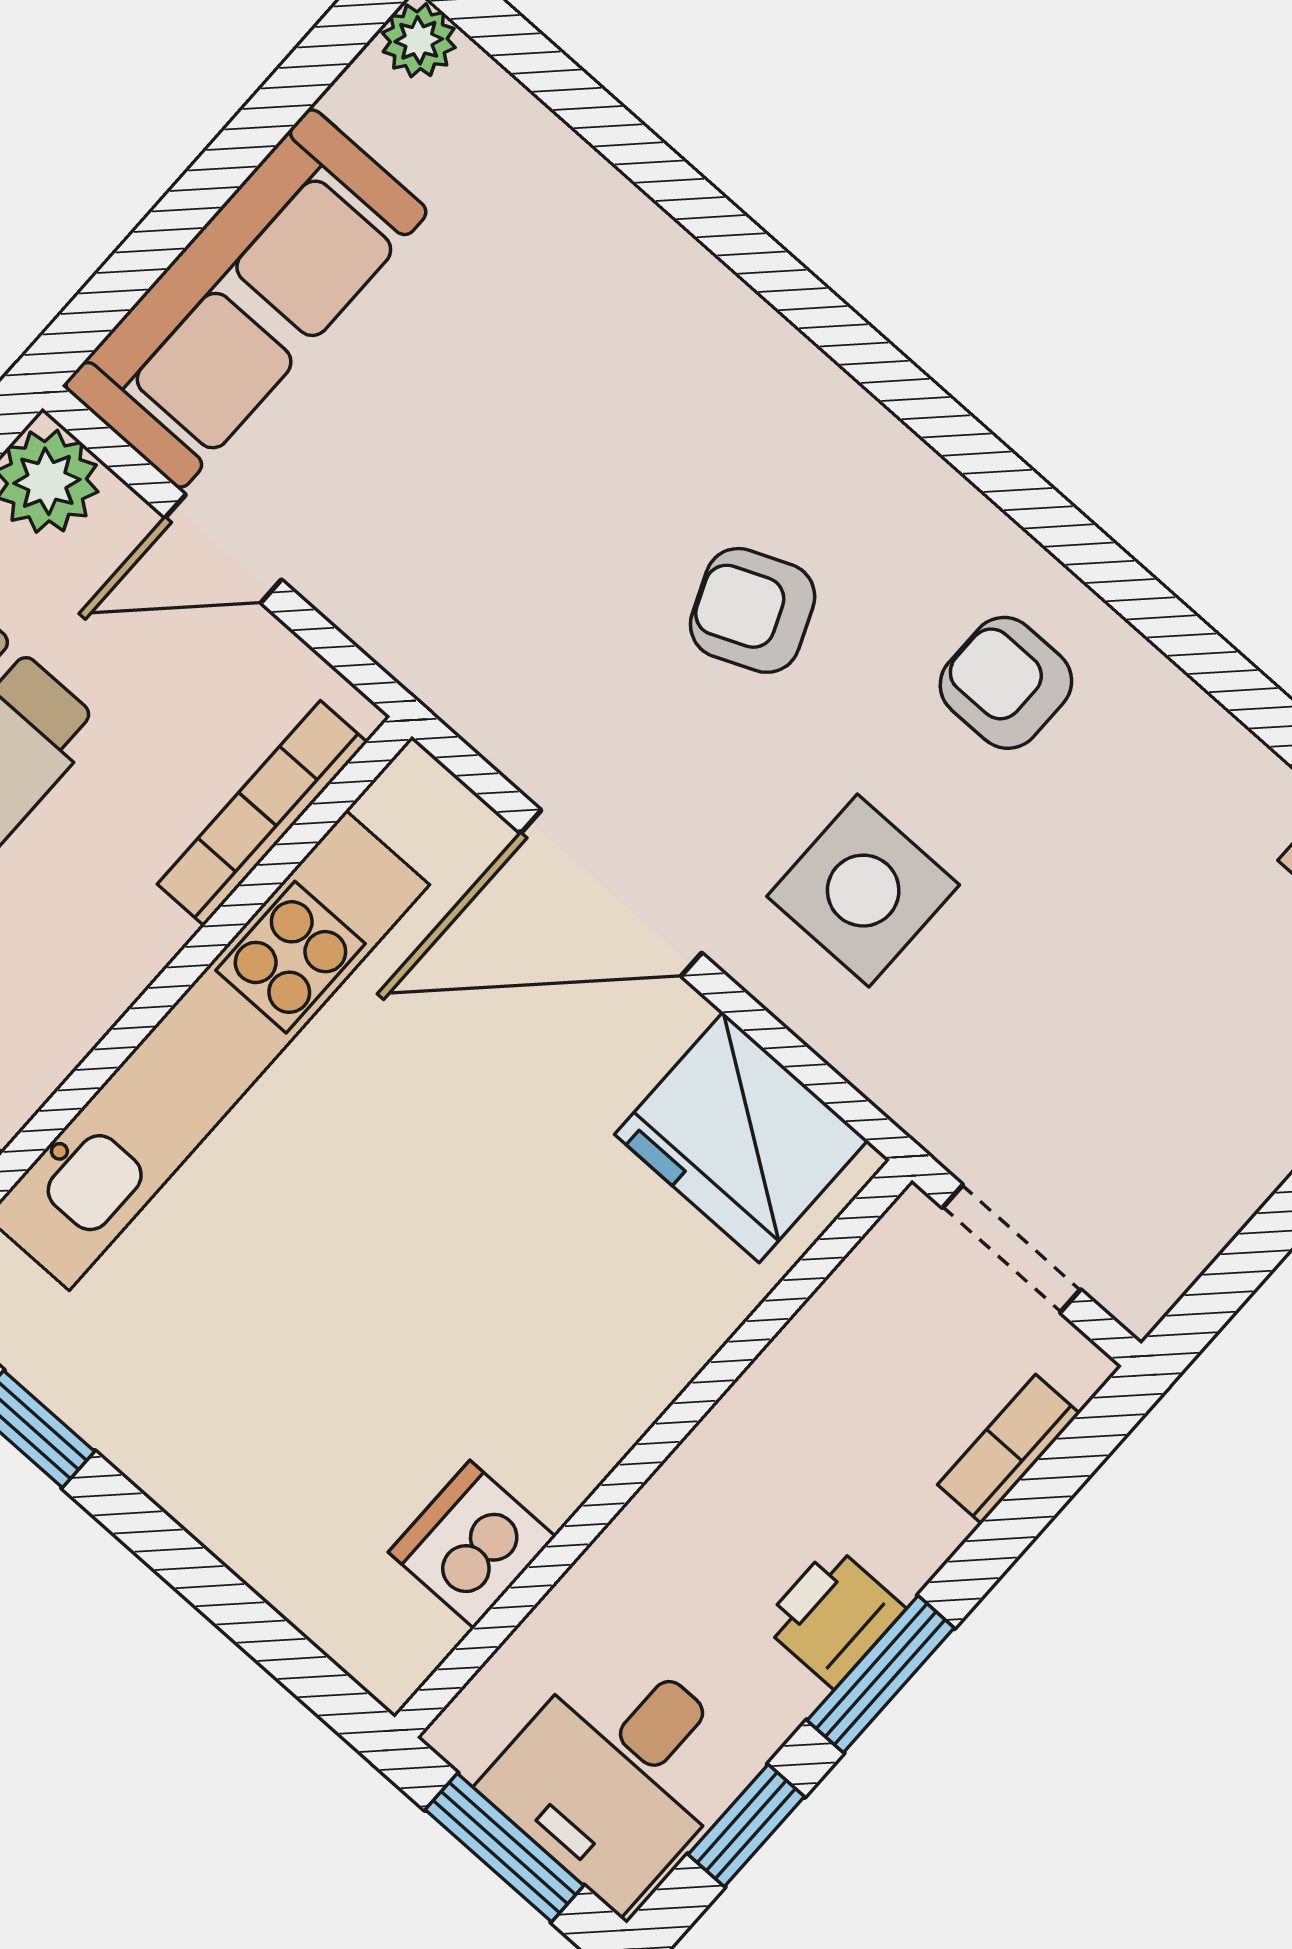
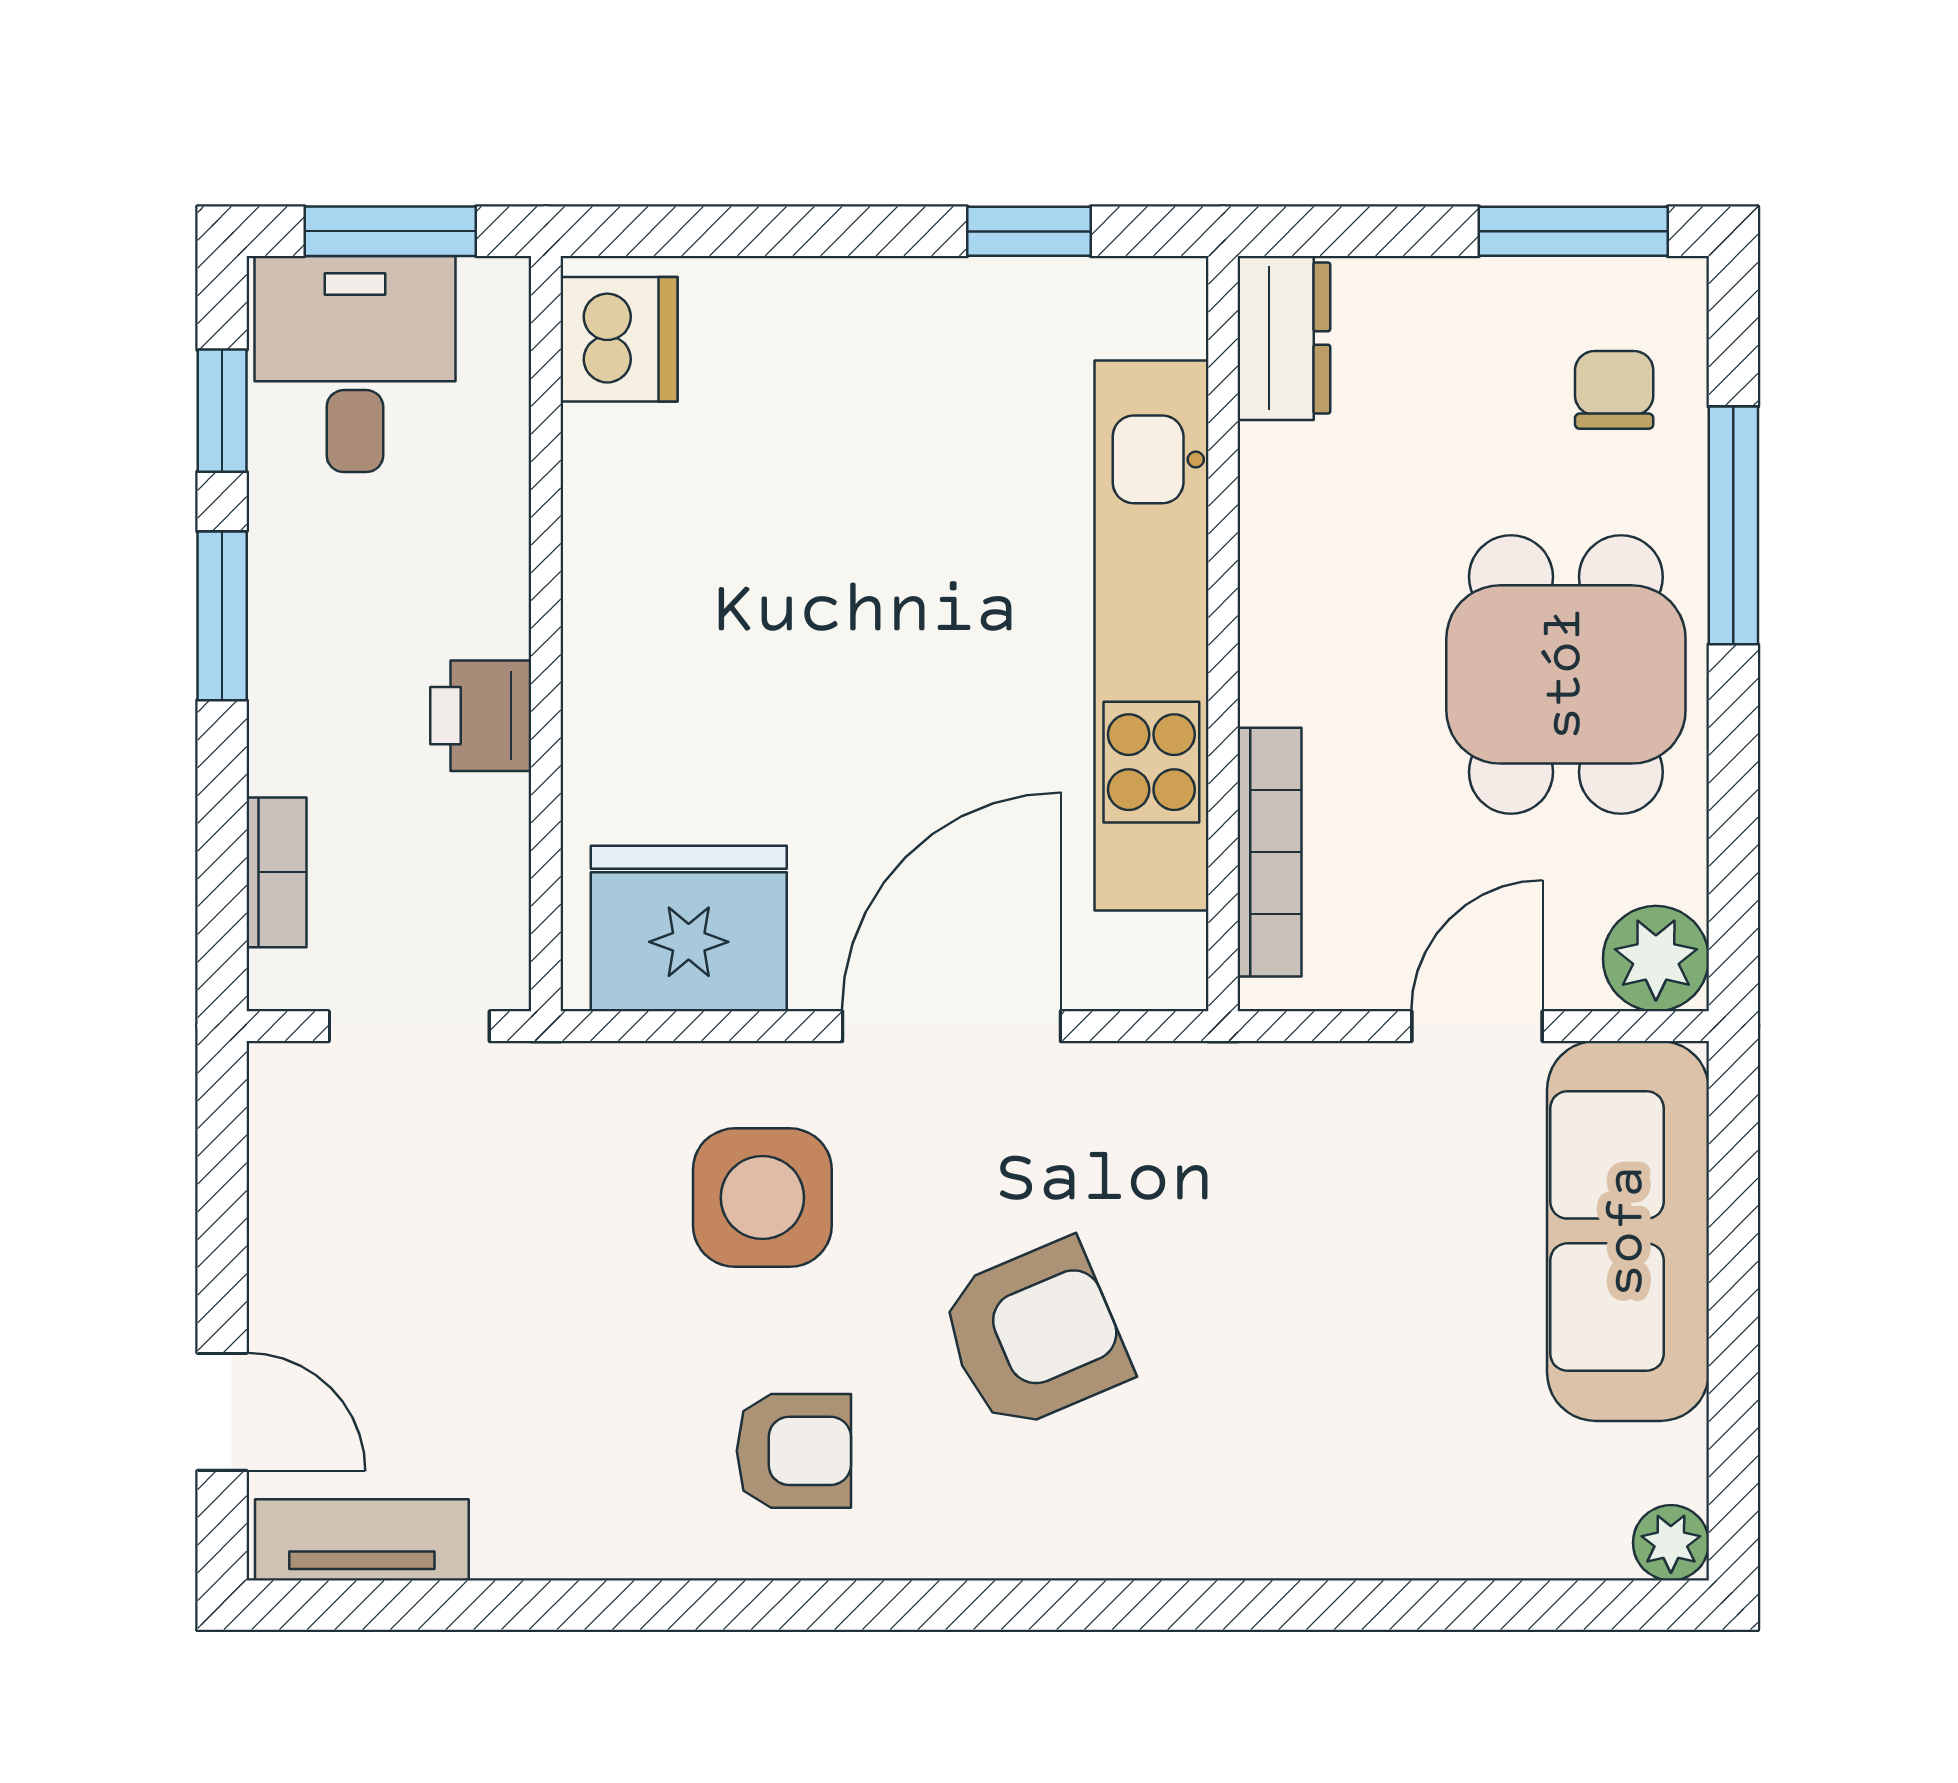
armchair: (753, 610) -> (1035, 1335), width x1.38, depth x1.38
dishwasher: (472, 1544) -> (619, 339), moved
printer: (833, 1616) -> (481, 716), moved, turned 180

